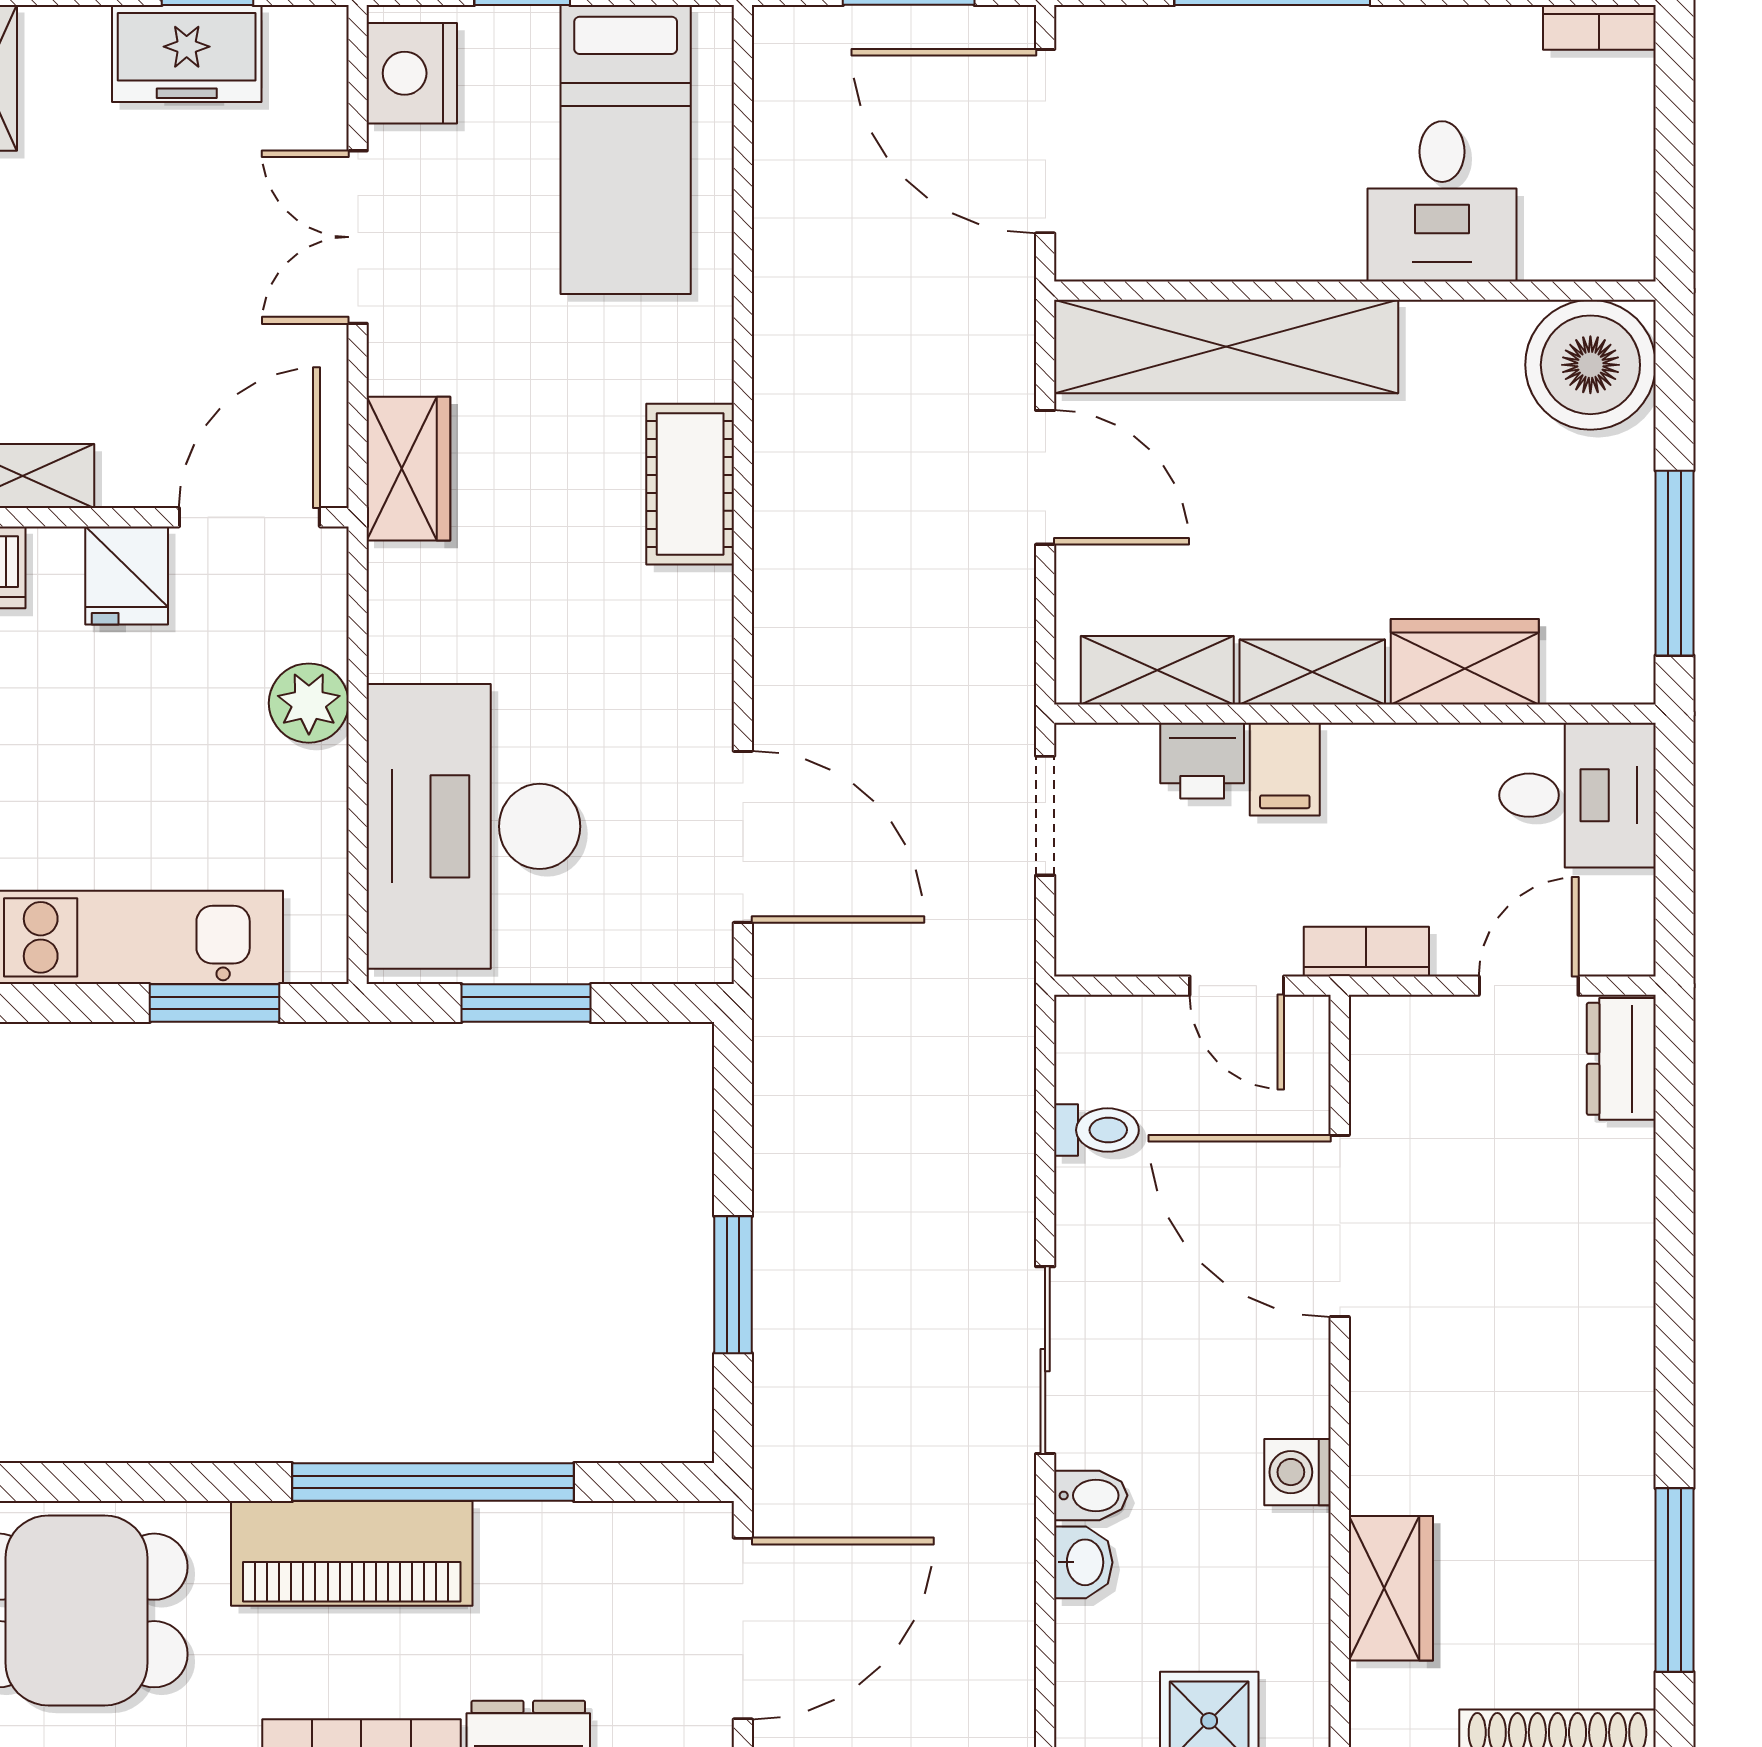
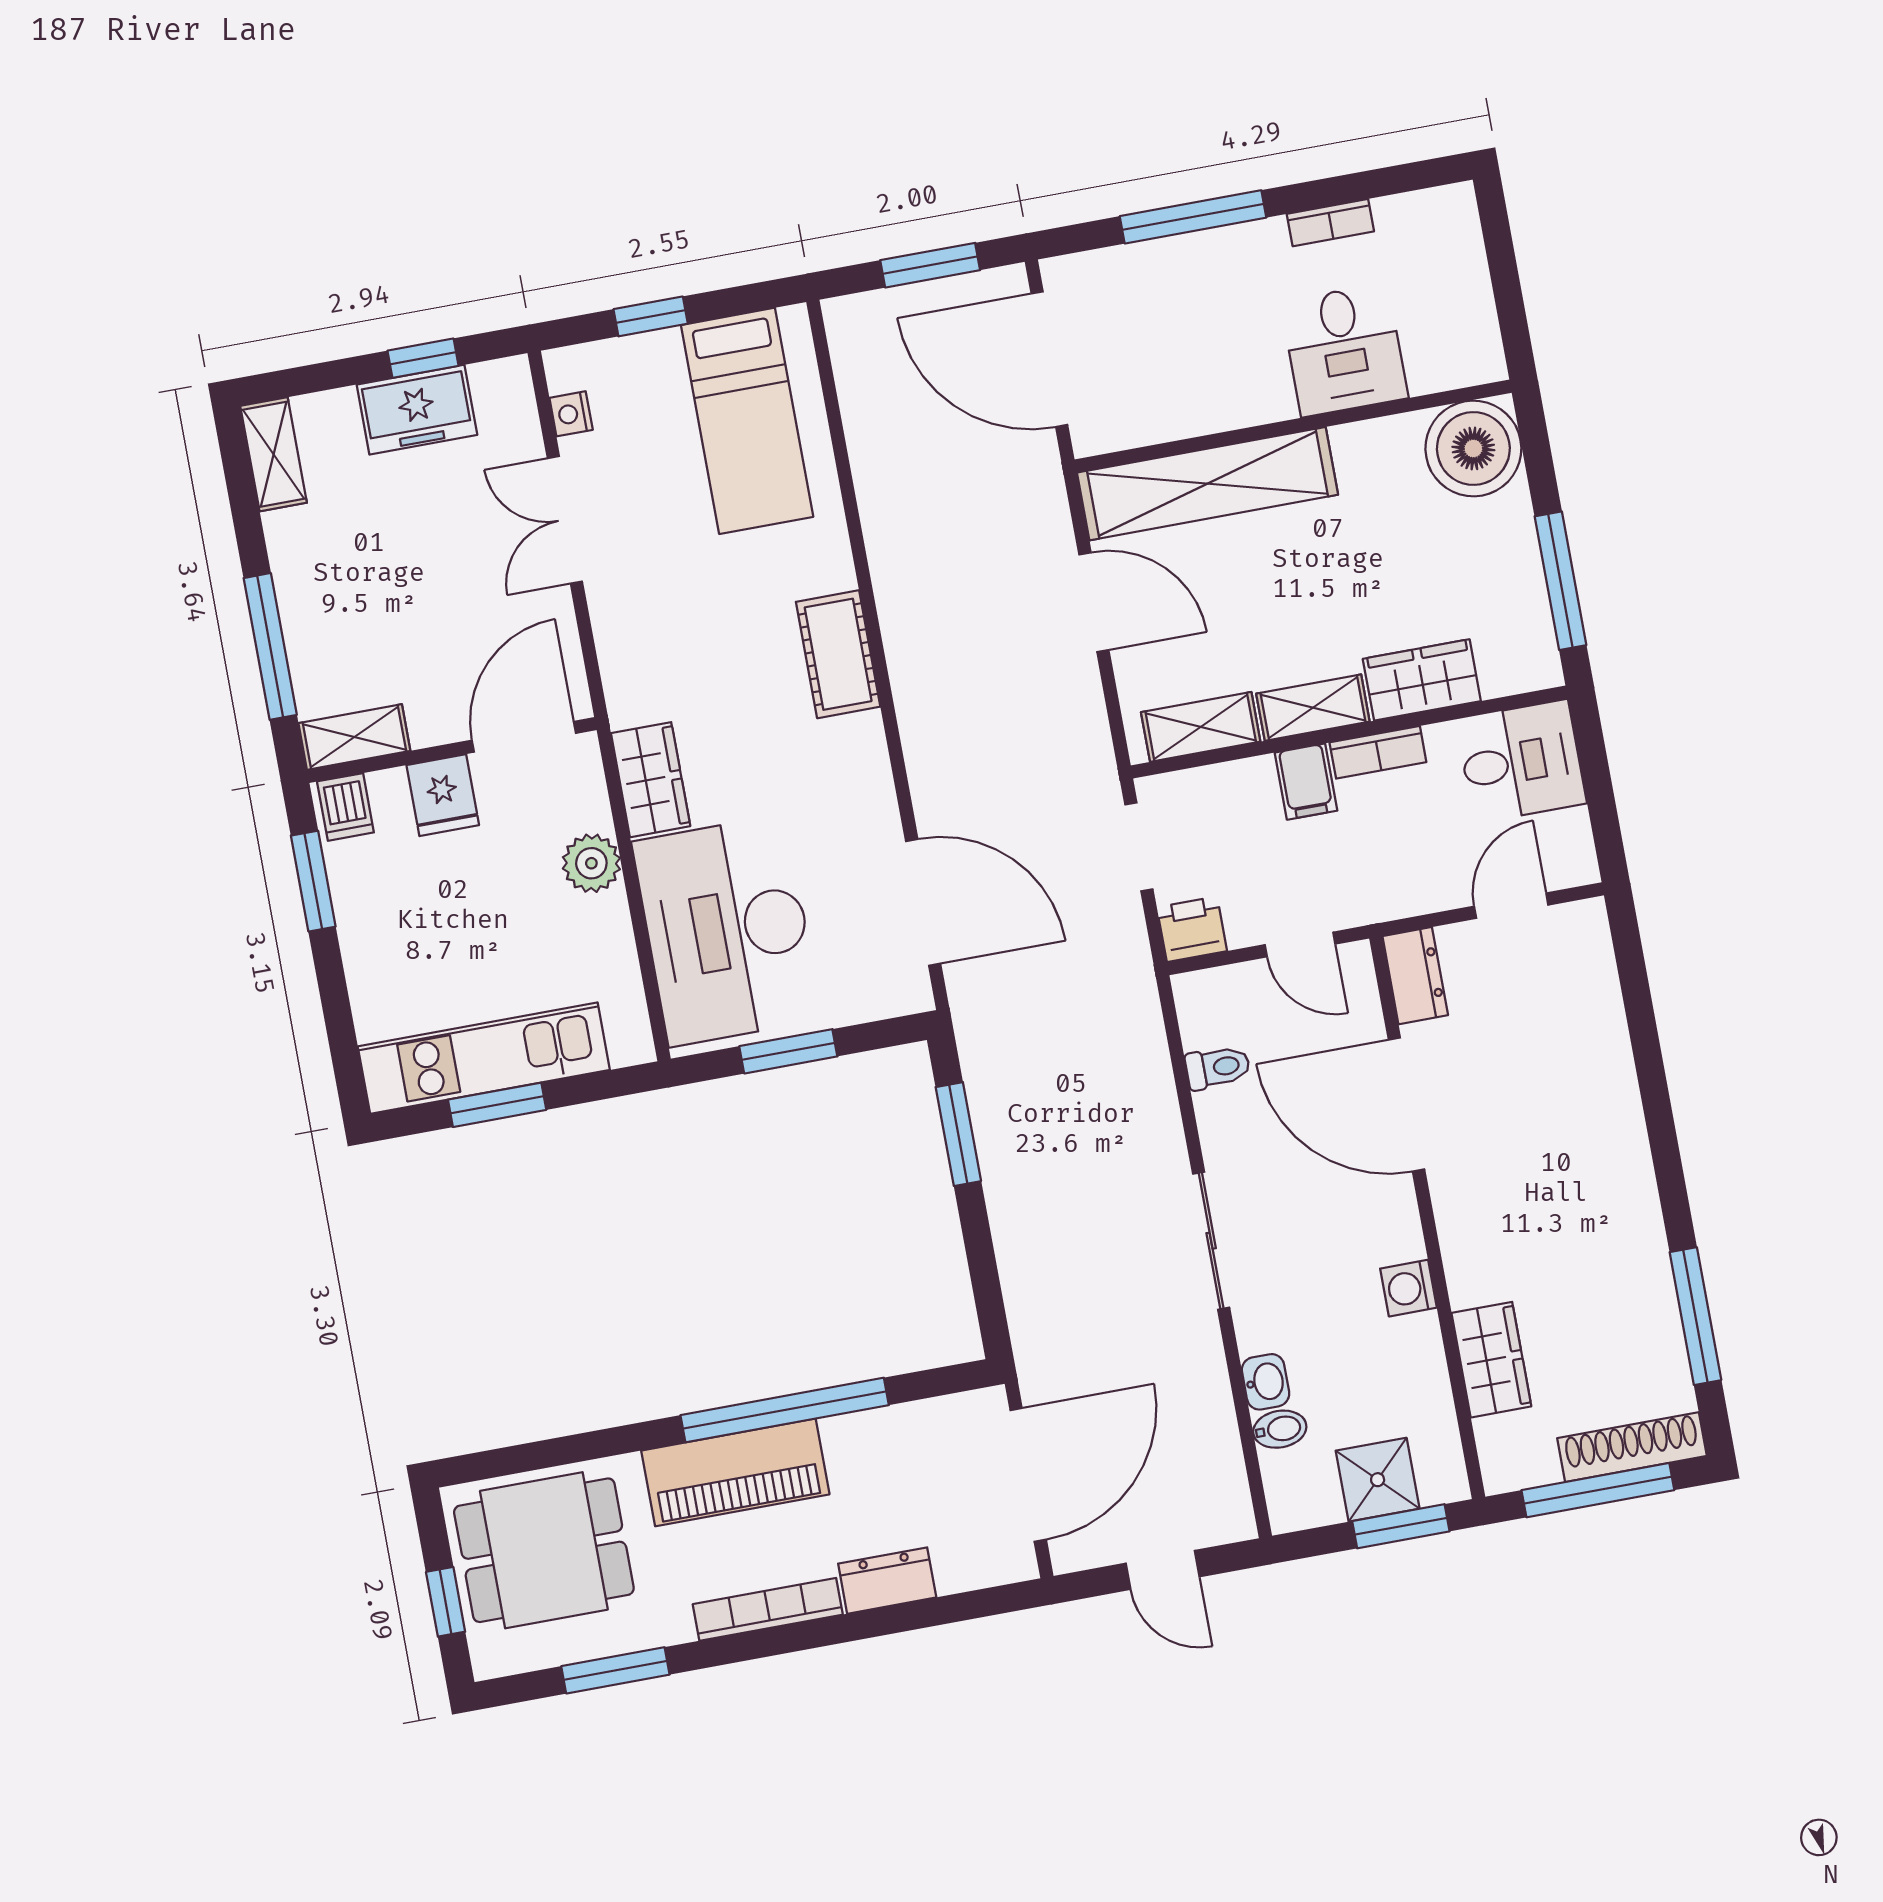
bookcase: (1599, 27) -> (1330, 223), moved
nightstand: (412, 73) -> (571, 414), width x0.53, depth x0.56
wardrobe: (408, 469) -> (651, 780), moved
printer: (1202, 761) -> (1192, 929), moved, turned 180
bookcase: (1366, 952) -> (1378, 752), moved, turned 180
window: (214, 1003) -> (497, 1105), moved
dresser: (1621, 1059) -> (1415, 976), moved, turned 180
window: (733, 1285) -> (958, 1134), moved
bidet: (1091, 1495) -> (1280, 1429), moved

